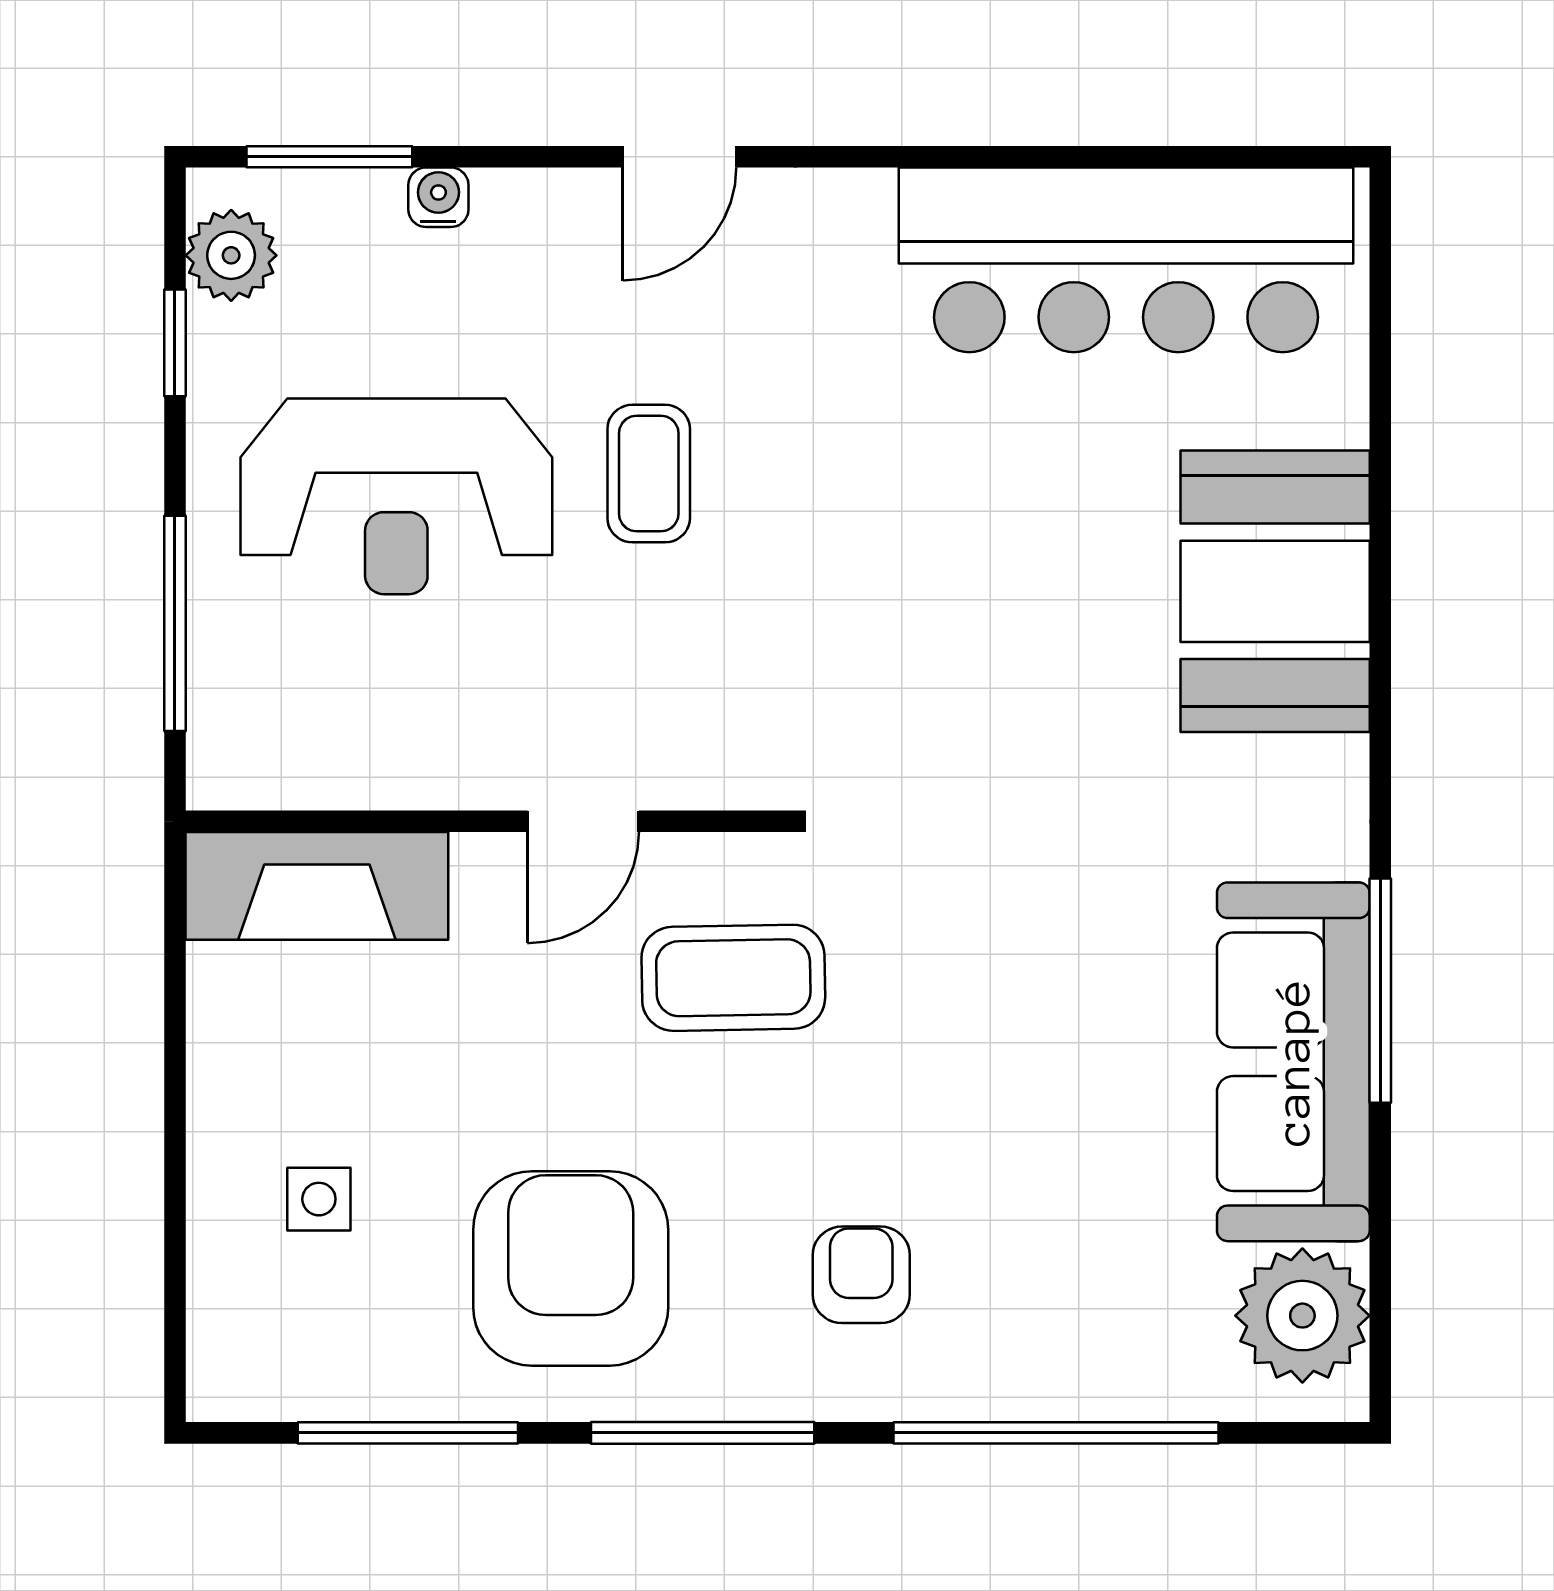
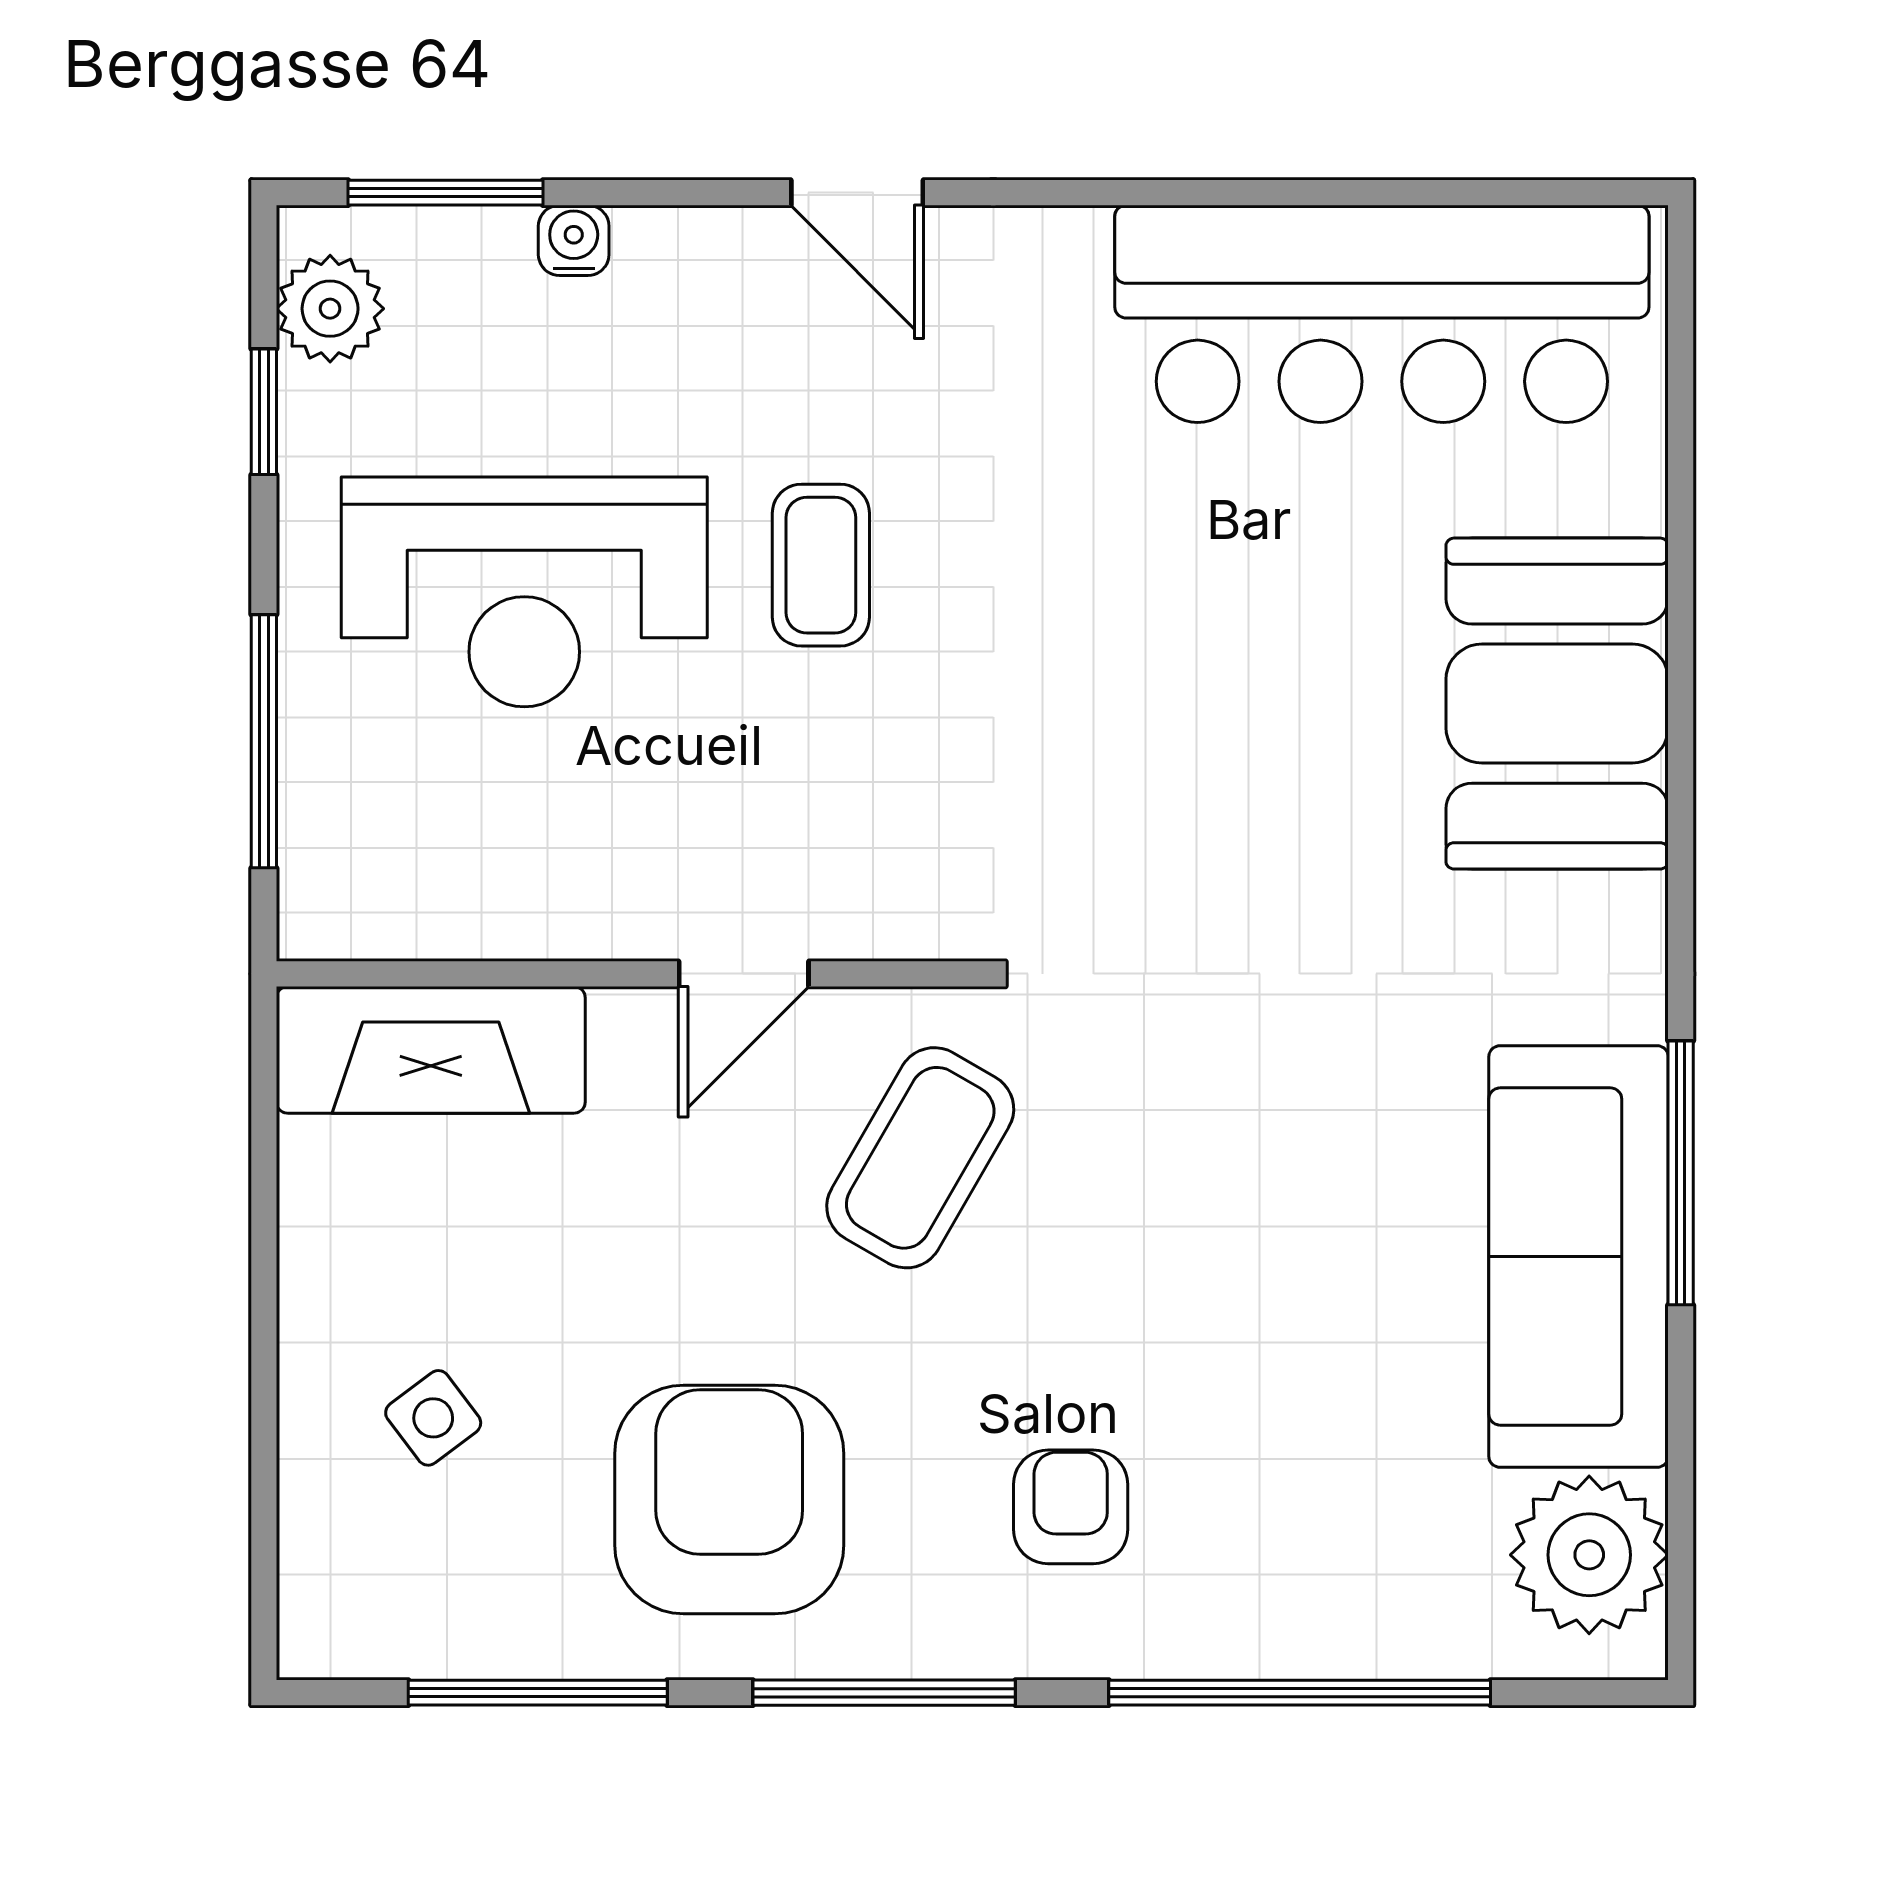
door: (680, 157) -> (857, 193), hinge flipped
coffee table: (733, 978) -> (920, 1158), turned -59
side table: (319, 1199) -> (433, 1418), turned -37

